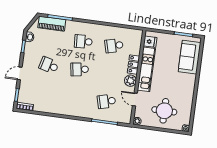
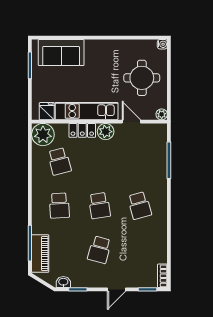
plant: (134, 37) -> (43, 135), added
door: (20, 73) -> (116, 289), hinge flipped
door: (135, 99) -> (131, 122), swing flipped
school desk: (107, 101) -> (140, 206), moved

